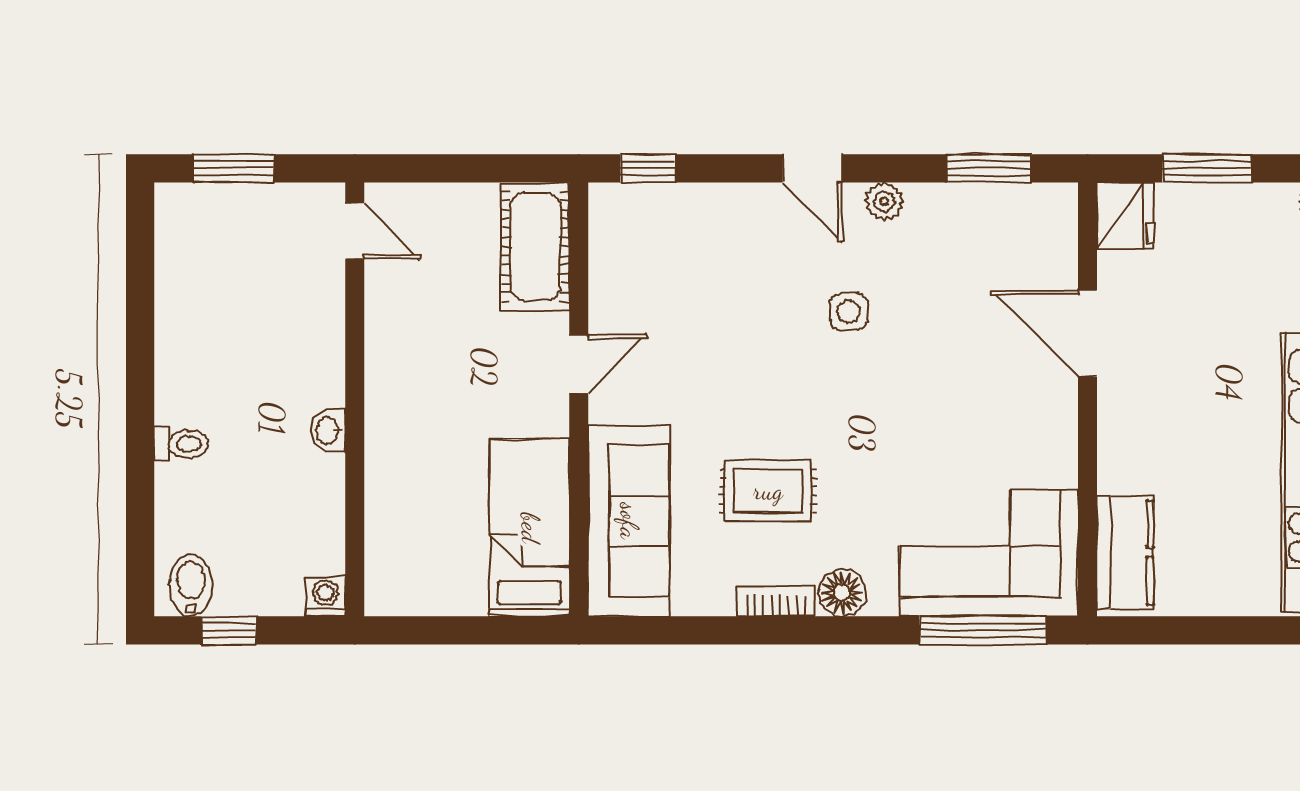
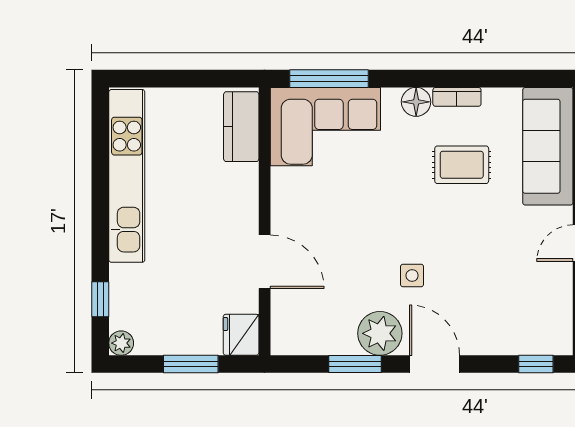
door: (812, 168) -> (435, 364), width x1.38
window: (989, 168) -> (355, 364), moved
plant: (884, 201) -> (380, 333), width x1.88, depth x1.88

